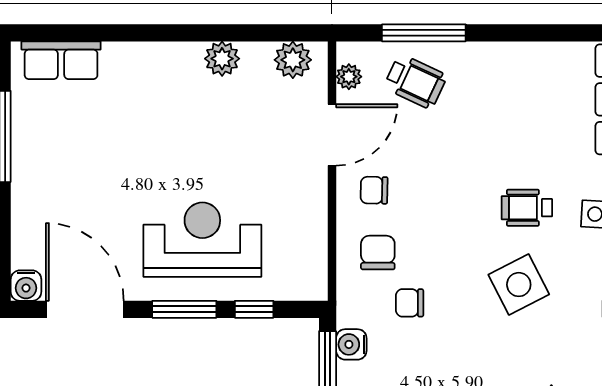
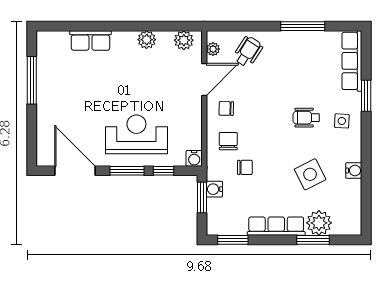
window: (424, 33) -> (303, 26), moved
row of seats: (61, 60) -> (90, 40), moved
wheelchair: (415, 82) -> (248, 52), turned -82
side table: (519, 285) -> (310, 174), moved
water cooler: (26, 286) -> (194, 158), moved
chair: (410, 303) -> (245, 167), turned 180

